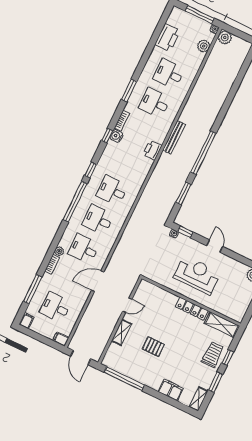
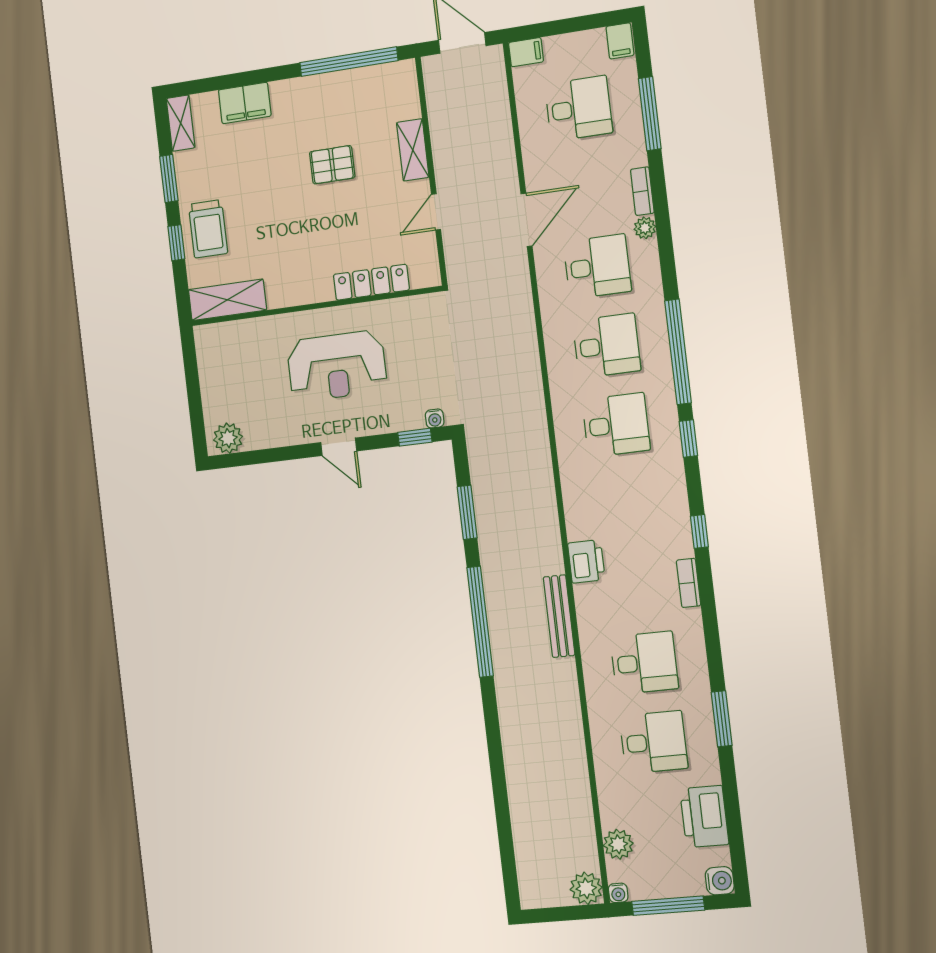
window: (129, 90) -> (722, 719), moved
water cooler: (116, 136) -> (720, 881), moved
locker: (192, 309) -> (371, 282), moved

